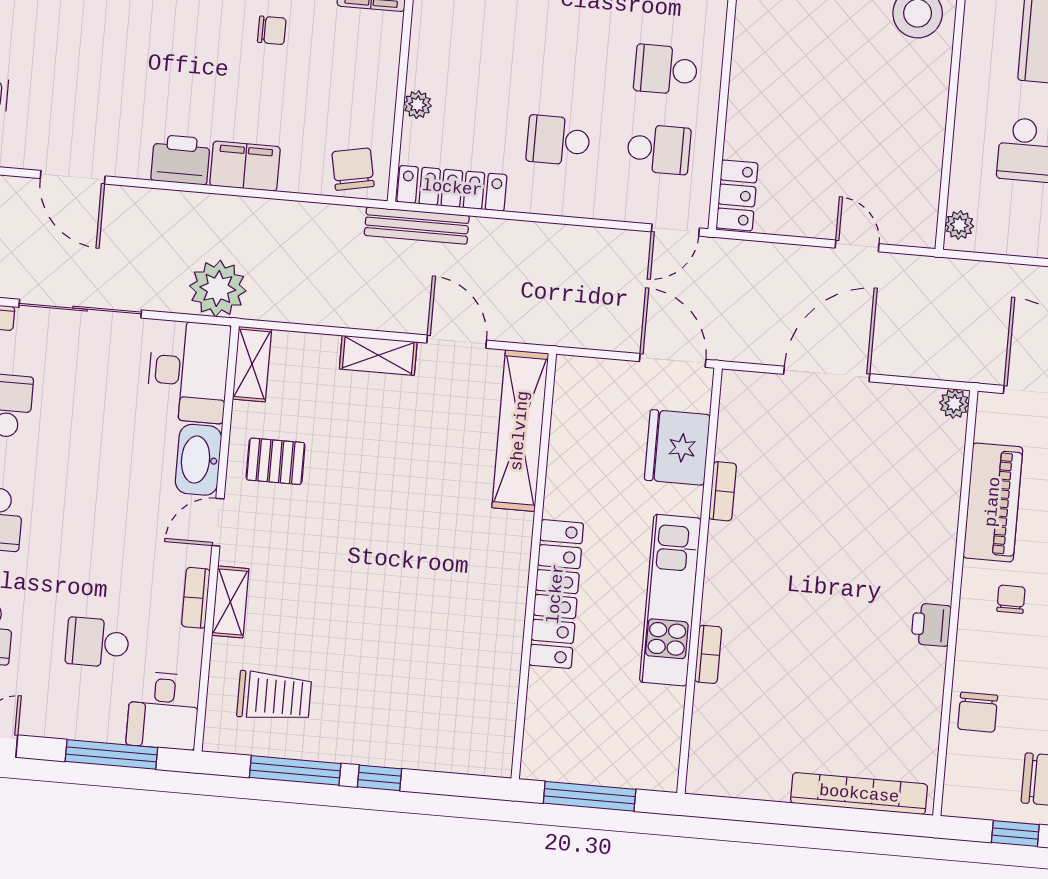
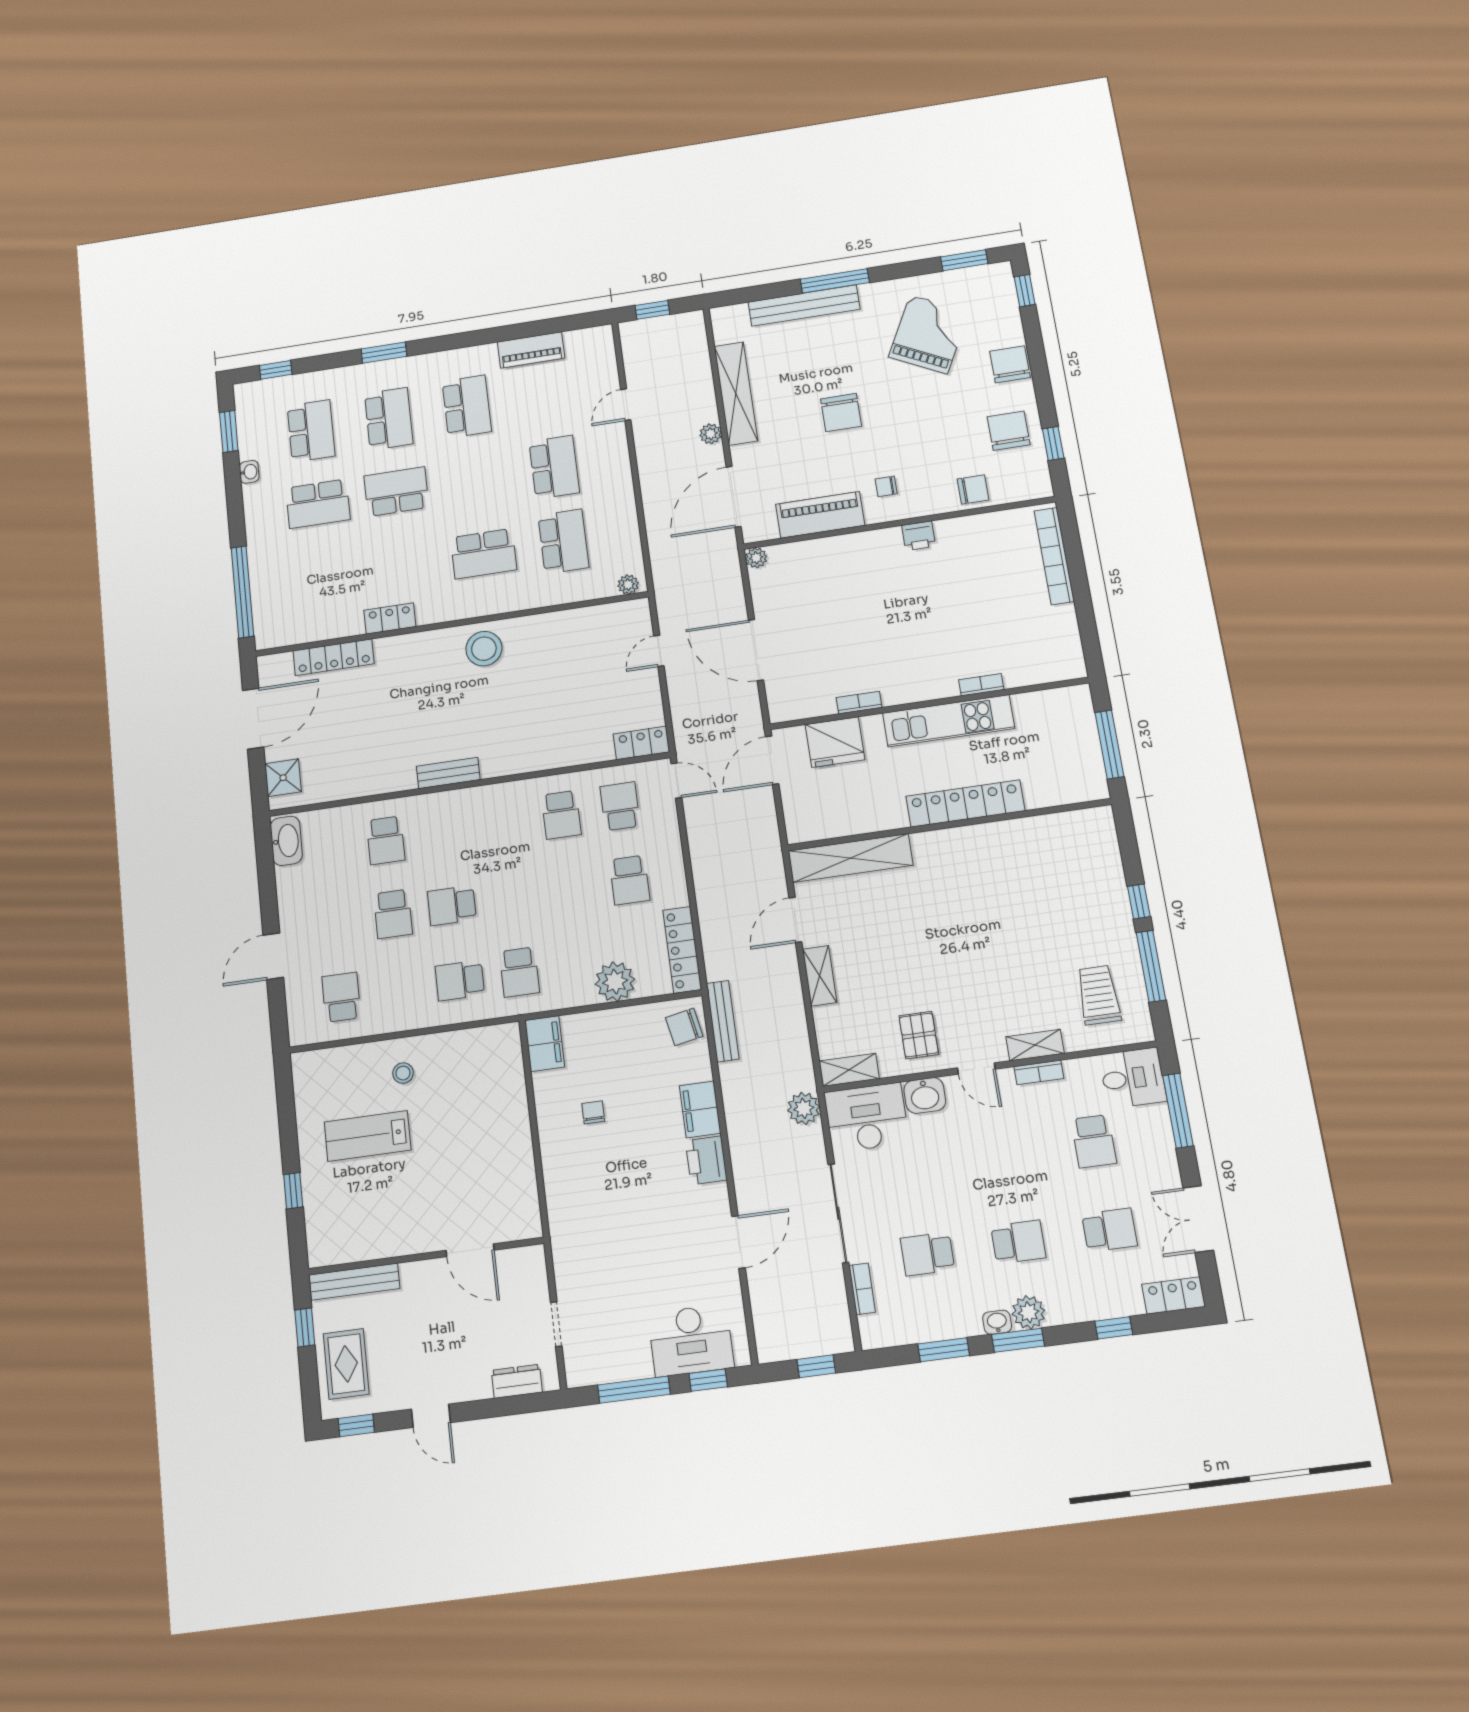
plant: (418, 105) -> (615, 982), width x1.88, depth x1.88
bench: (417, 225) -> (723, 1021), moved
plant: (218, 288) -> (804, 1108), width x0.73, depth x0.73
washbasin: (198, 460) -> (925, 1095), width x0.72

